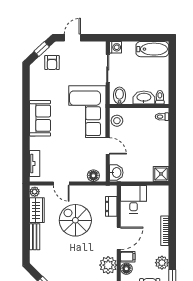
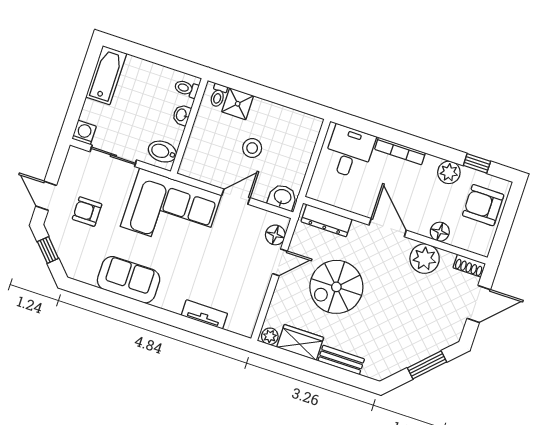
armchair: (52, 63) -> (87, 212), moved, turned 180
washbasin: (144, 98) -> (182, 115), width x0.52, depth x0.69
sofa: (40, 118) -> (129, 280), moved
stool: (117, 121) -> (252, 148), moved
tv unit: (35, 163) -> (204, 314), moved
shower: (161, 174) -> (238, 104), moved
door: (61, 183) -> (280, 262), moved
desk: (134, 199) -> (349, 152), moved, turned 90
dresser: (111, 206) -> (327, 220), width x1.44
filing cabinet: (128, 257) -> (422, 223), removed

